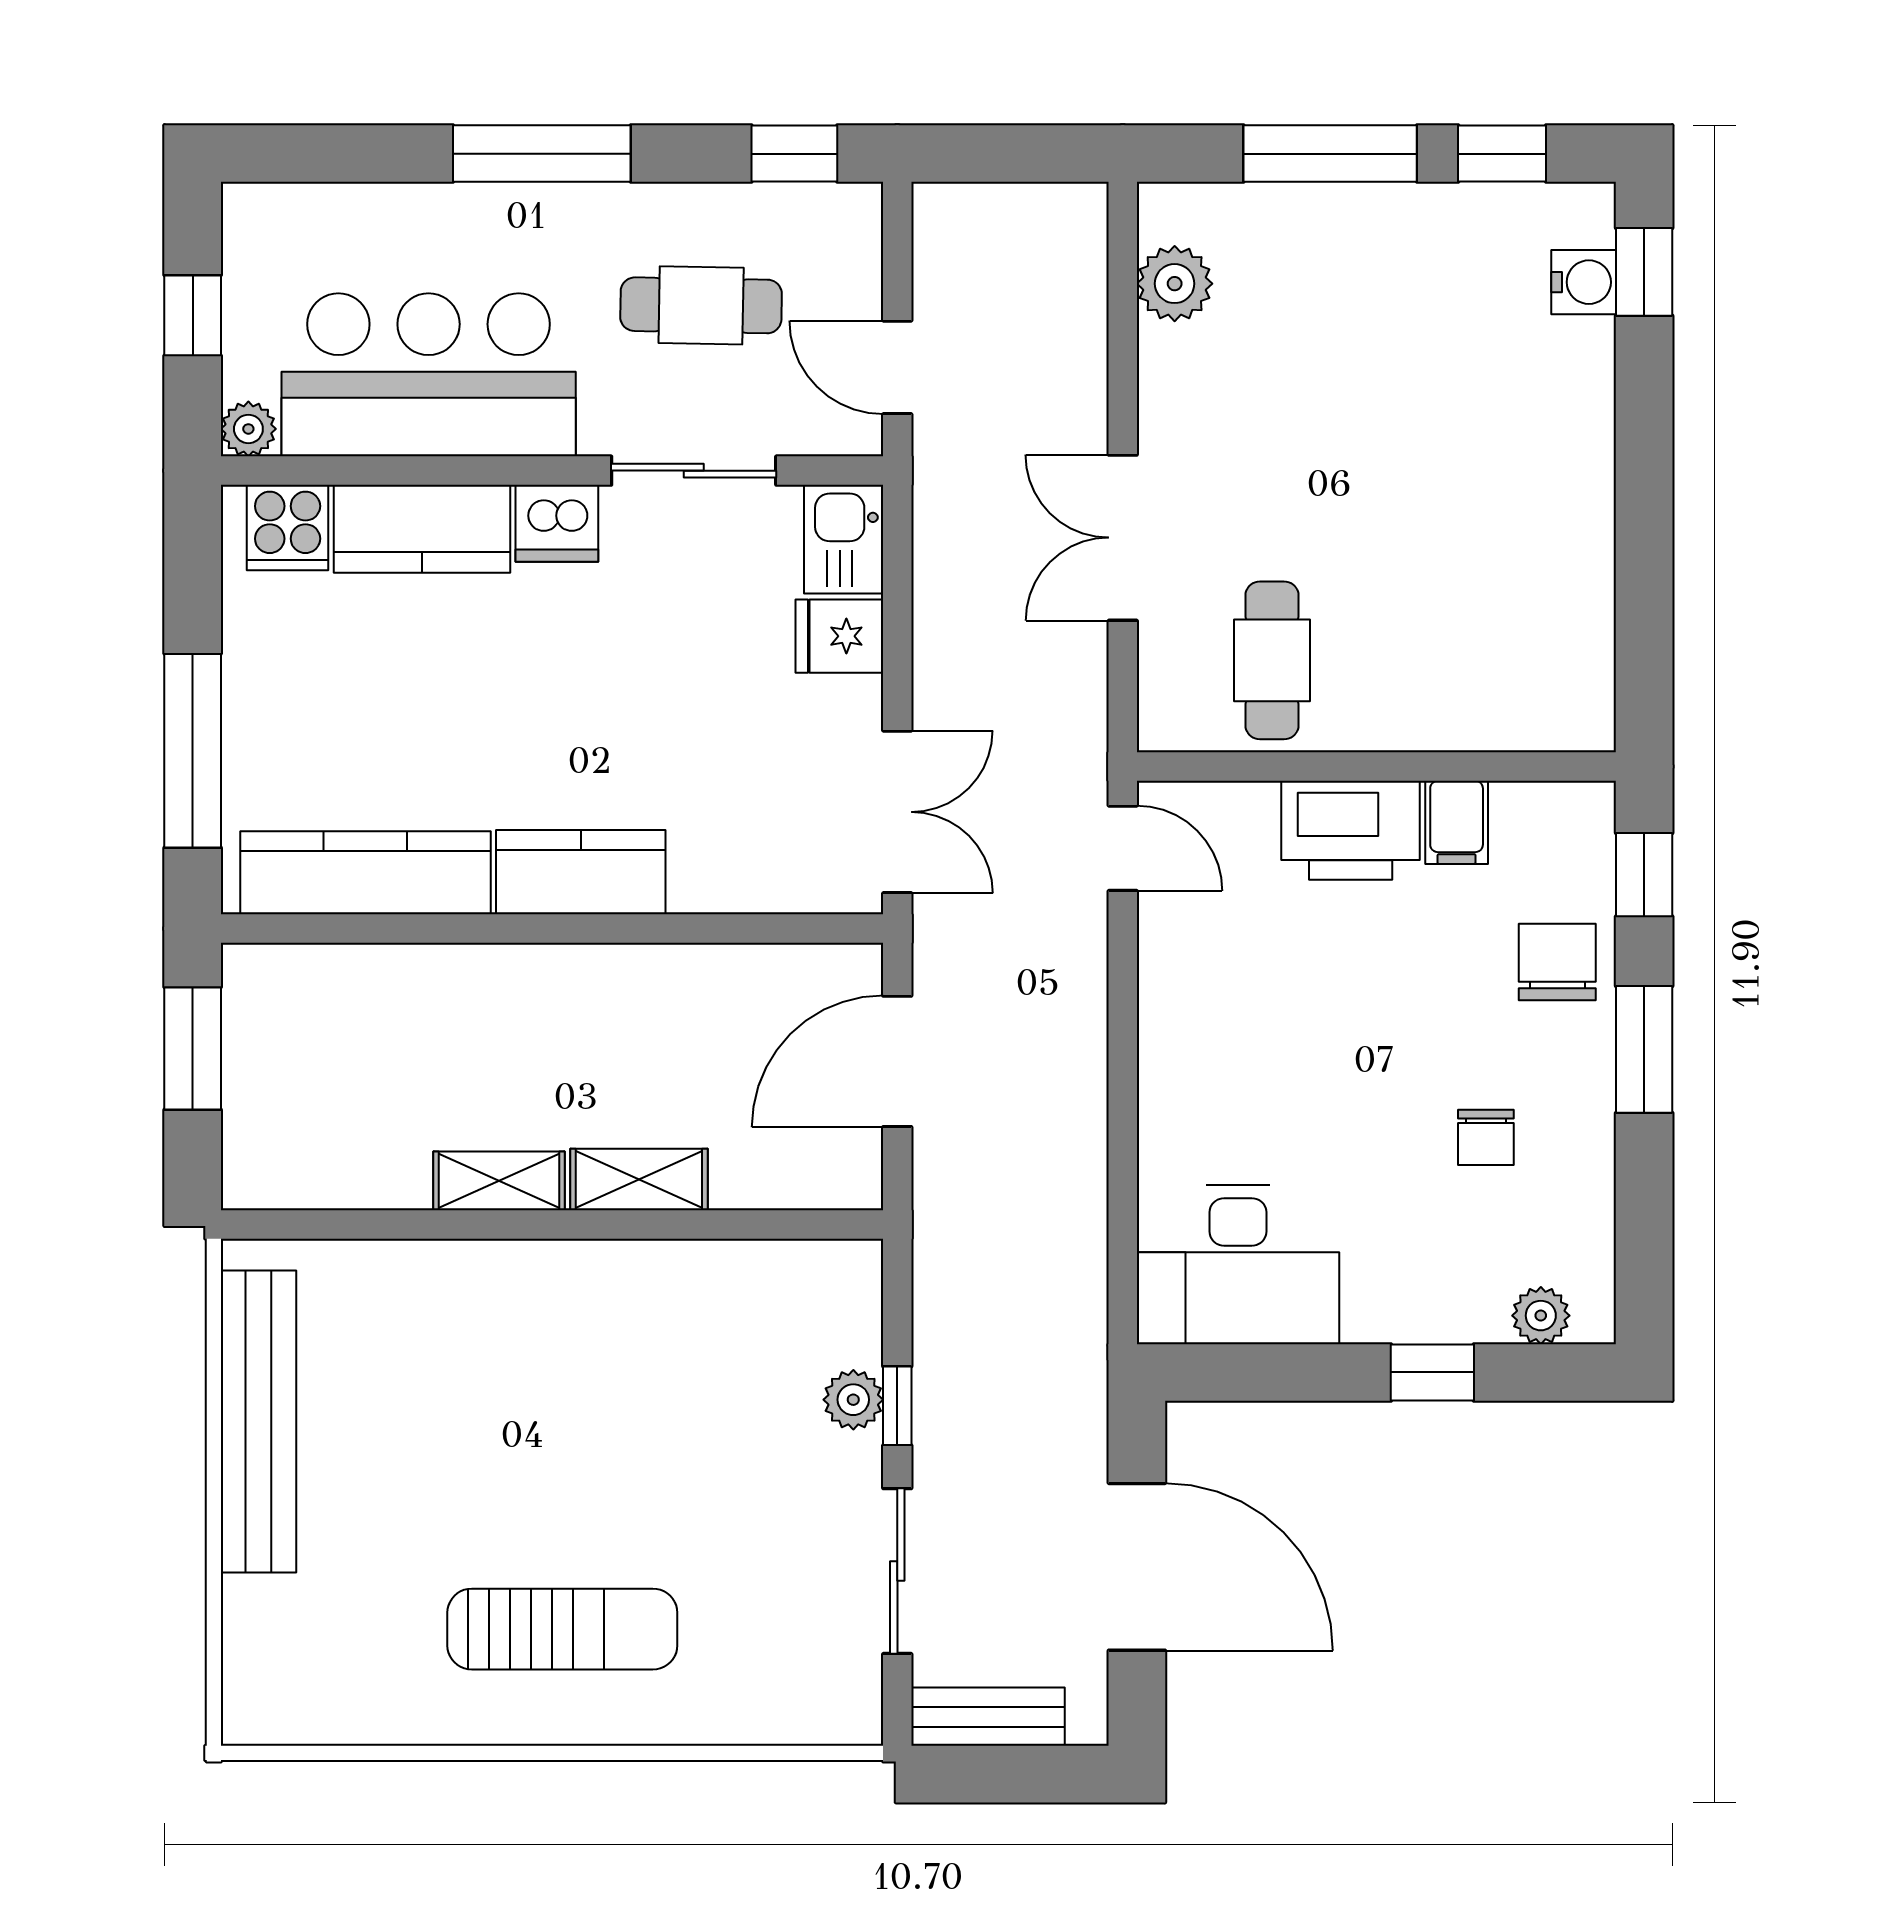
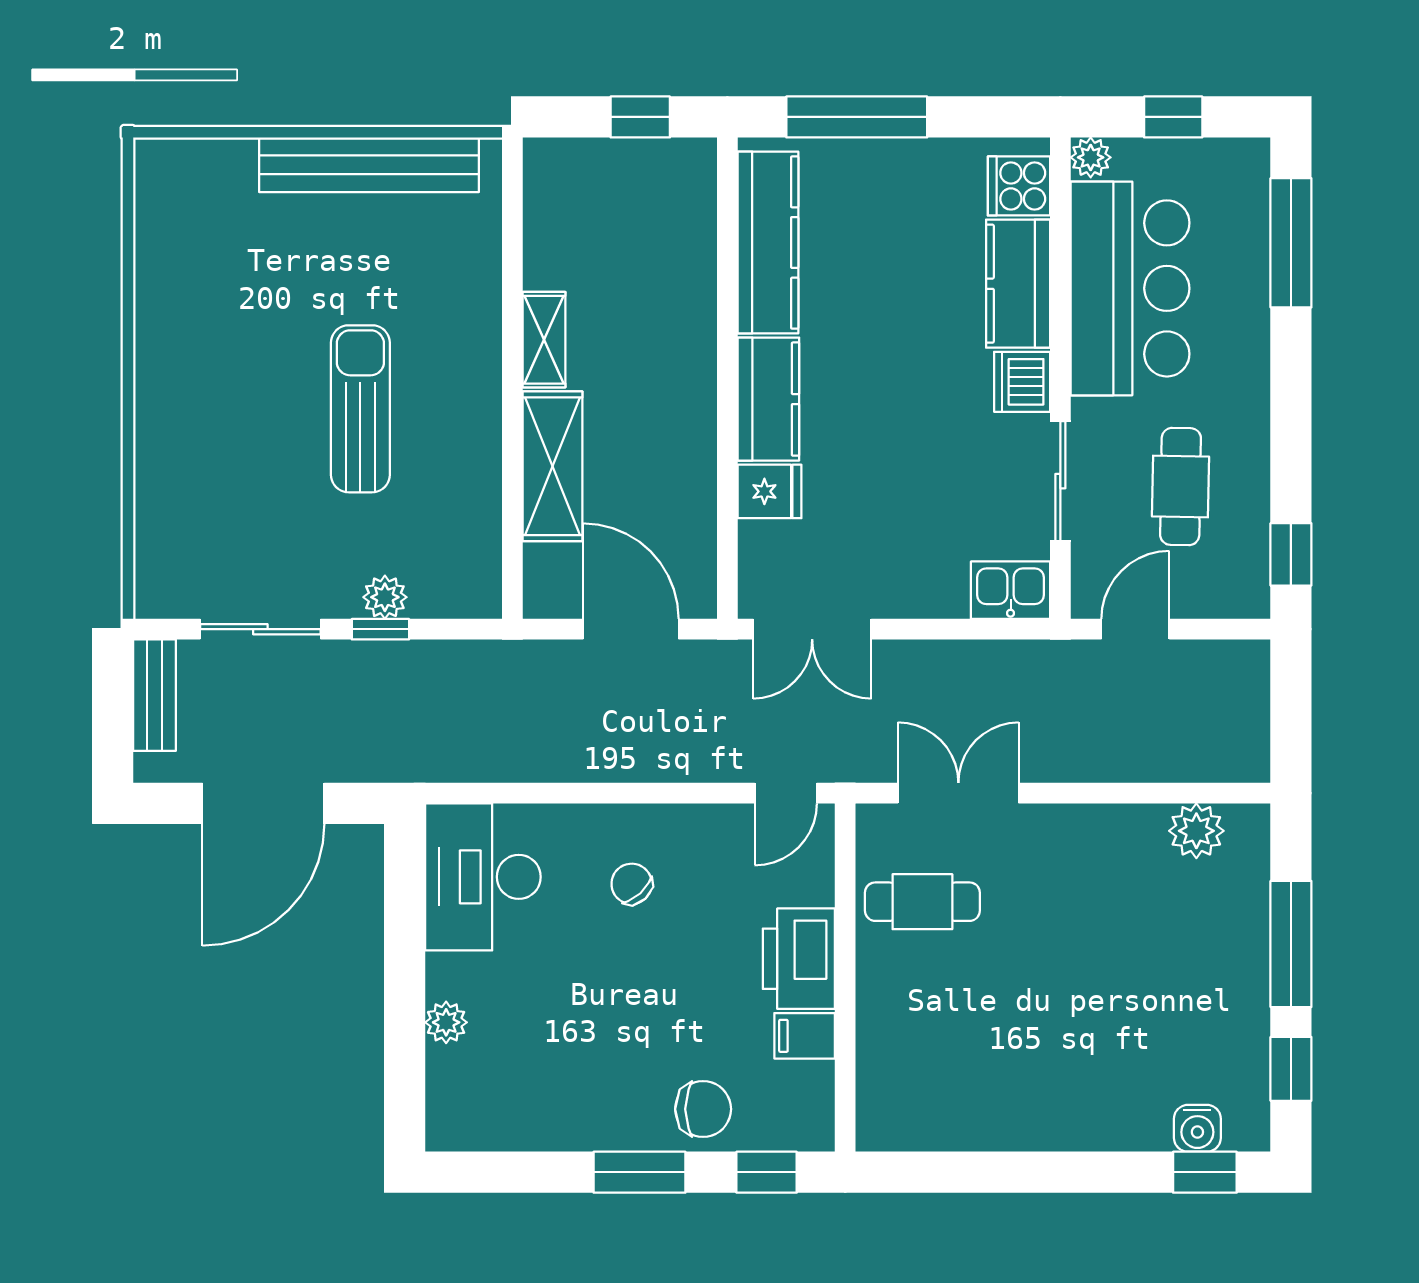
window: (542, 154) -> (1291, 243), moved
double door: (1123, 538) -> (958, 793), moved
fridge: (839, 636) -> (770, 491), moved, turned 90
window: (193, 1048) -> (640, 117), width x0.67
chair: (1486, 1137) -> (632, 884), moved, turned 48
shelving: (639, 1180) -> (552, 466), width x1.50, depth x1.33
plant: (1541, 1316) -> (446, 1022), moved
window: (1432, 1372) -> (405, 1018), removed
sun lounger: (562, 1629) -> (360, 409), moved, turned 180

